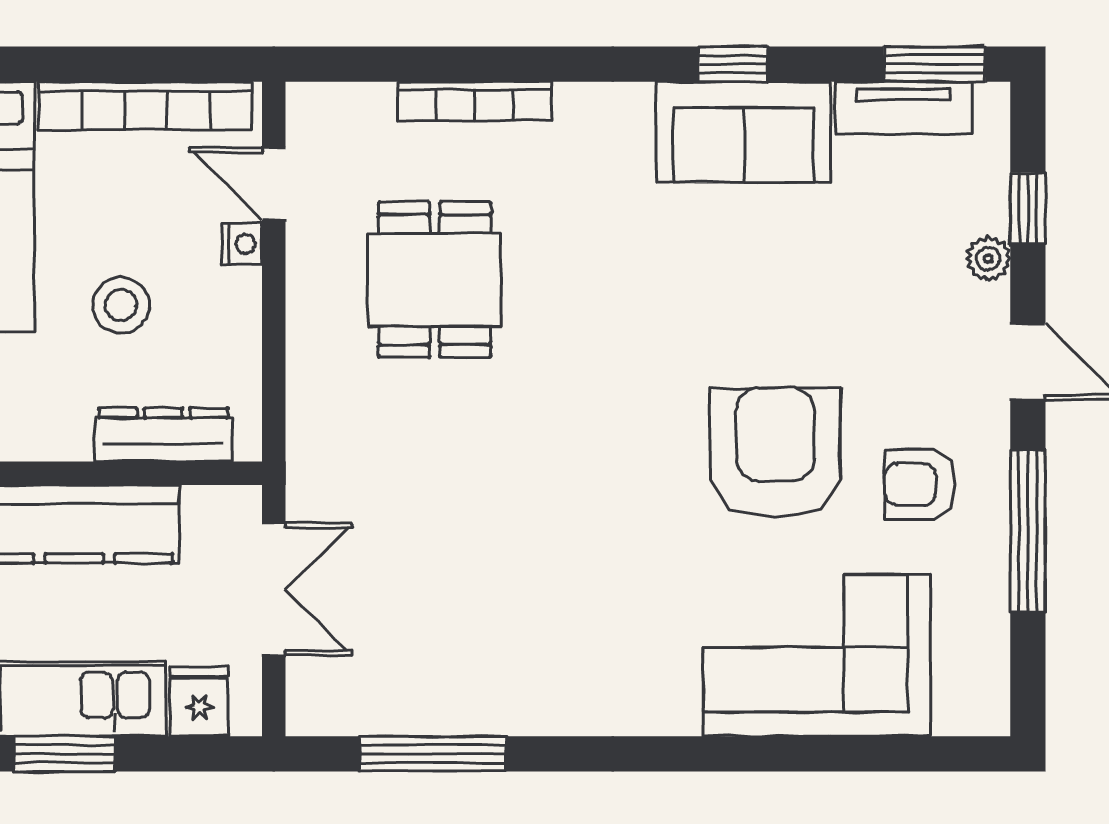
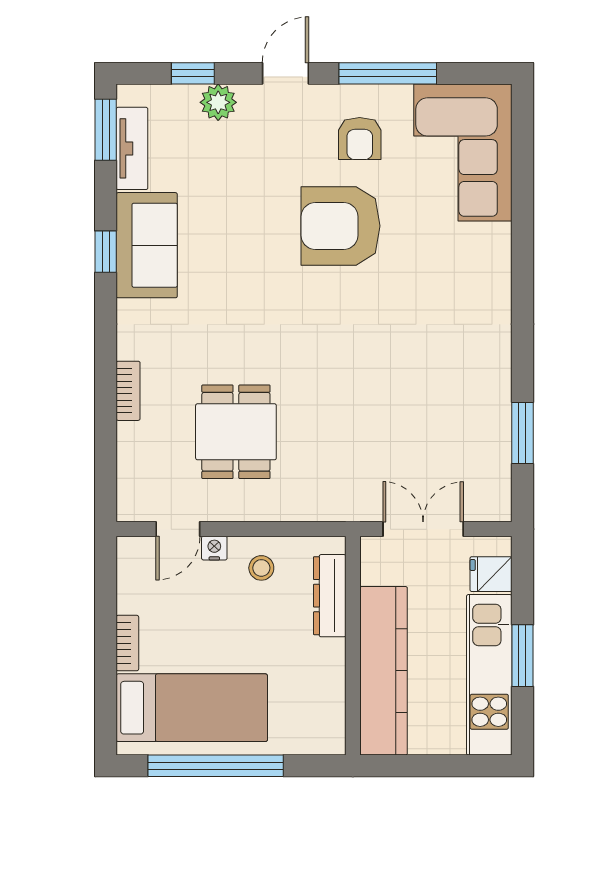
bookcase: (475, 101) -> (128, 391), width x0.64
bookcase: (146, 106) -> (127, 643), width x0.43, depth x0.76
plant: (988, 259) -> (218, 102), width x1.38, depth x1.38
dining table: (435, 280) -> (236, 432), turned 90
stool: (121, 305) -> (261, 568), moved, width x0.73, depth x0.73
corner sofa: (817, 655) -> (463, 153), moved
window: (433, 754) -> (522, 433), width x0.69

